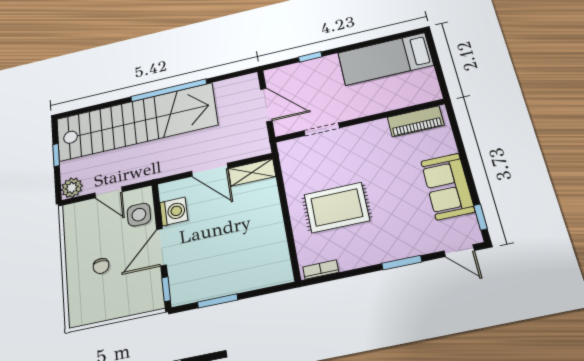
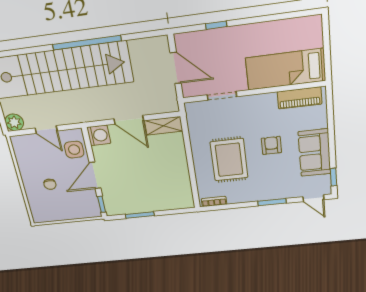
bed: (385, 59) -> (286, 69), moved
armchair: (390, 183) -> (271, 145), added
rug: (337, 207) -> (229, 160), turned 90
washing machine: (174, 211) -> (99, 135), moved

